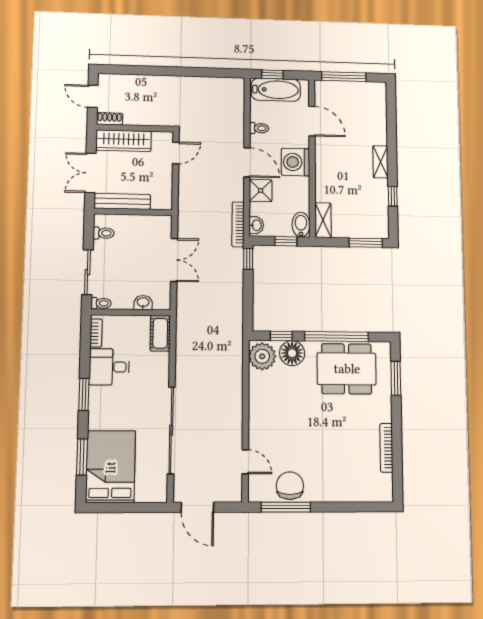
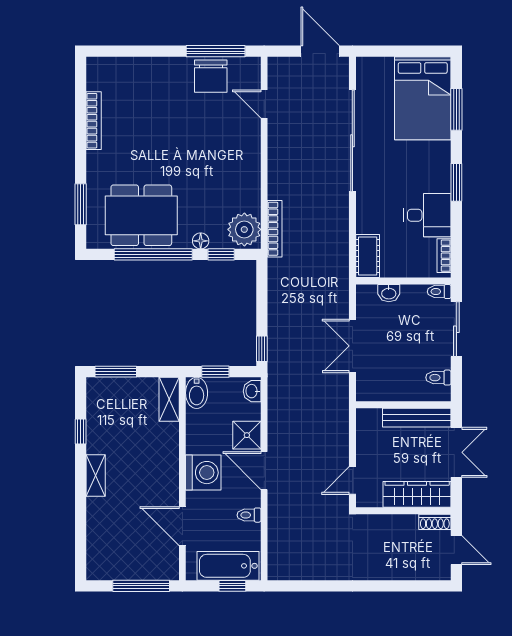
bookcase: (238, 224) -> (275, 229), moved
floor lamp: (292, 353) -> (201, 241), width x0.53, depth x0.53

